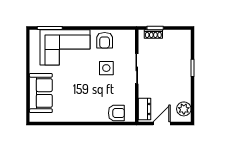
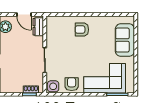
side table: (106, 68) -> (53, 86), moved
armchair: (116, 113) -> (82, 30), moved
door: (162, 124) -> (24, 15), hinge flipped

